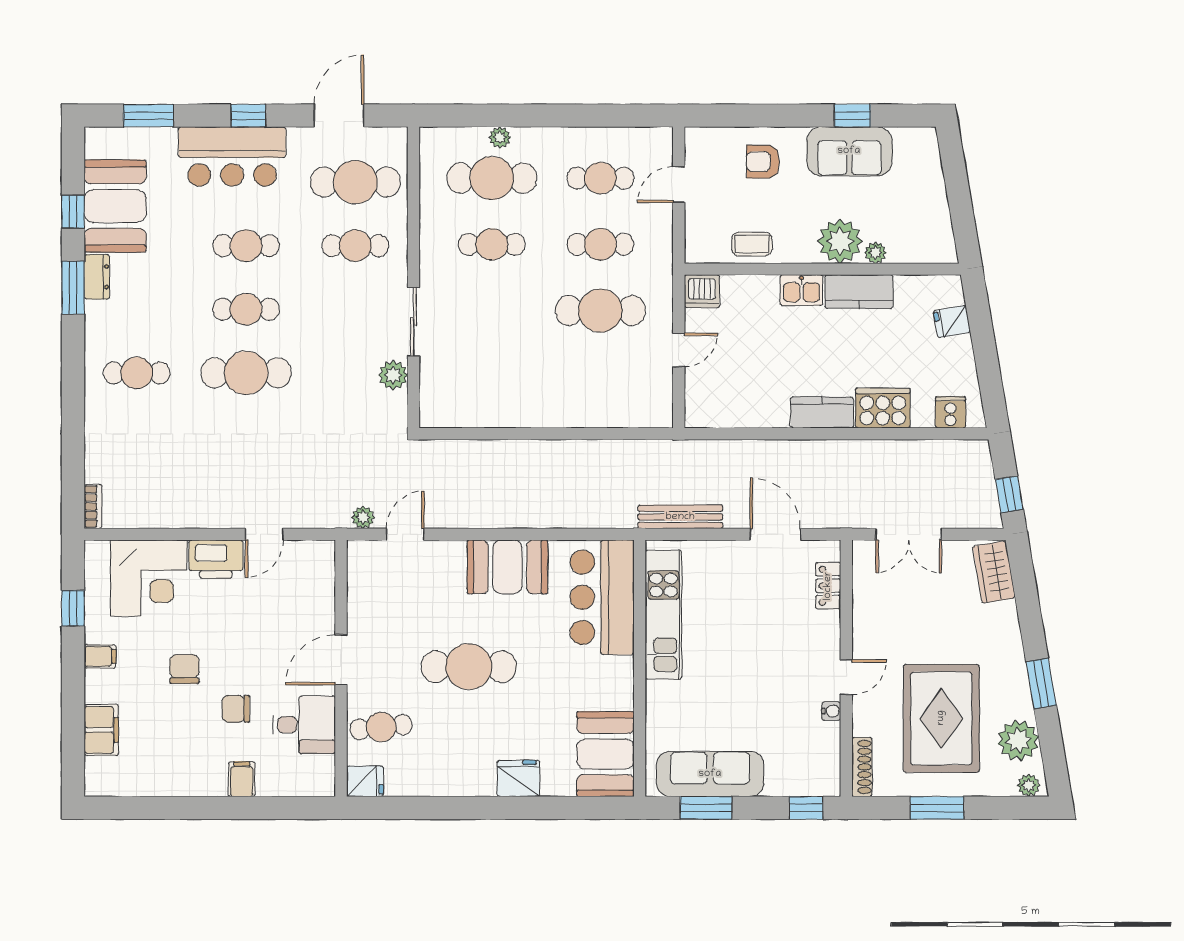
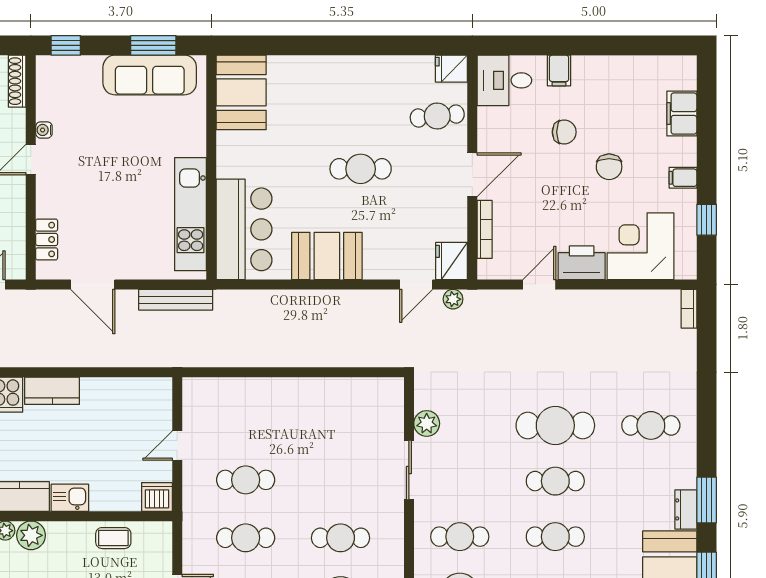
plant: (840, 241) -> (31, 535), width x0.73, depth x0.73
cafe table: (600, 311) -> (246, 480), width x0.73, depth x0.74
bookcase: (327, 597) -> (485, 229), added
cafe table: (469, 667) -> (361, 169), width x0.73, depth x0.74
desk: (304, 725) -> (504, 80), moved
fridge: (518, 778) -> (452, 261), moved, turned 90

